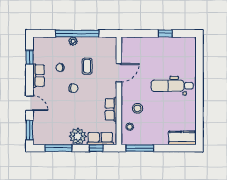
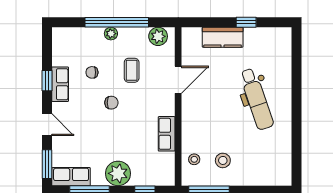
plant: (105, 43) -> (158, 36), added
window: (30, 57) -> (47, 81), moved
dental chair: (172, 86) -> (256, 99), turned -109
stool: (138, 108) -> (223, 160), moved
kitchen counter: (182, 138) -> (223, 37), moved, turned 180
row of seats: (100, 139) -> (71, 177), moved

